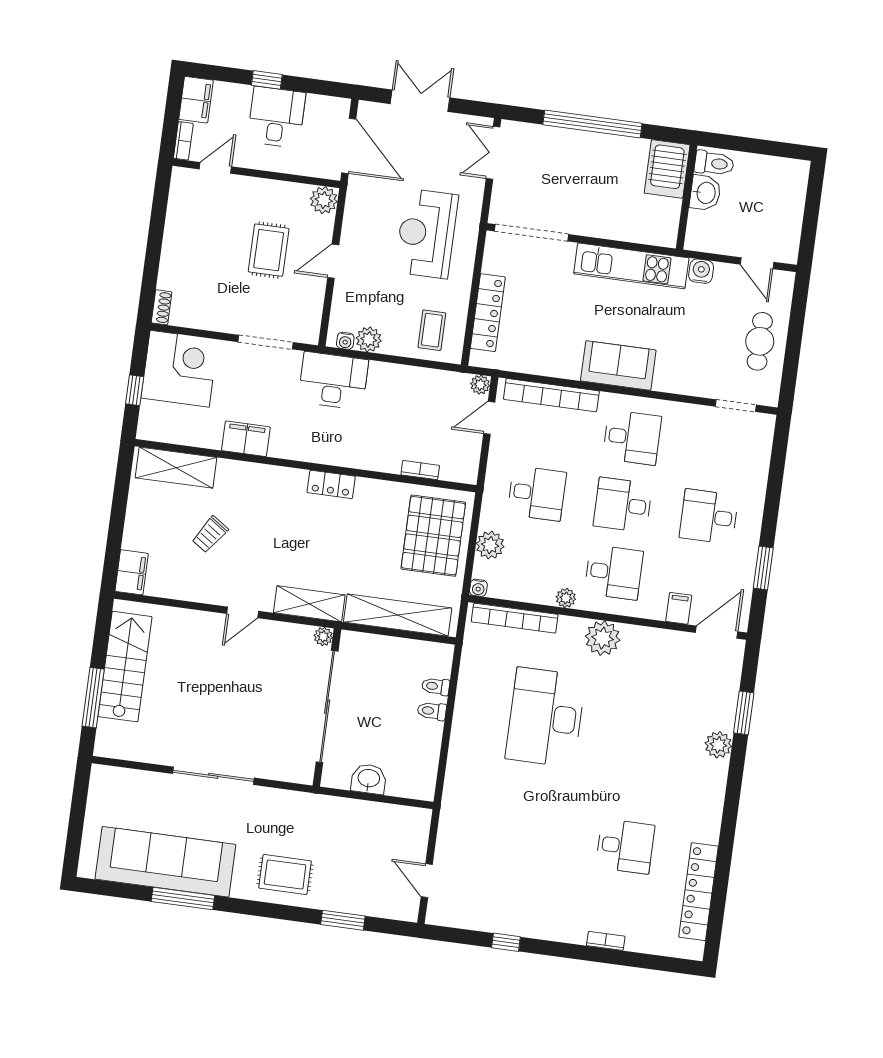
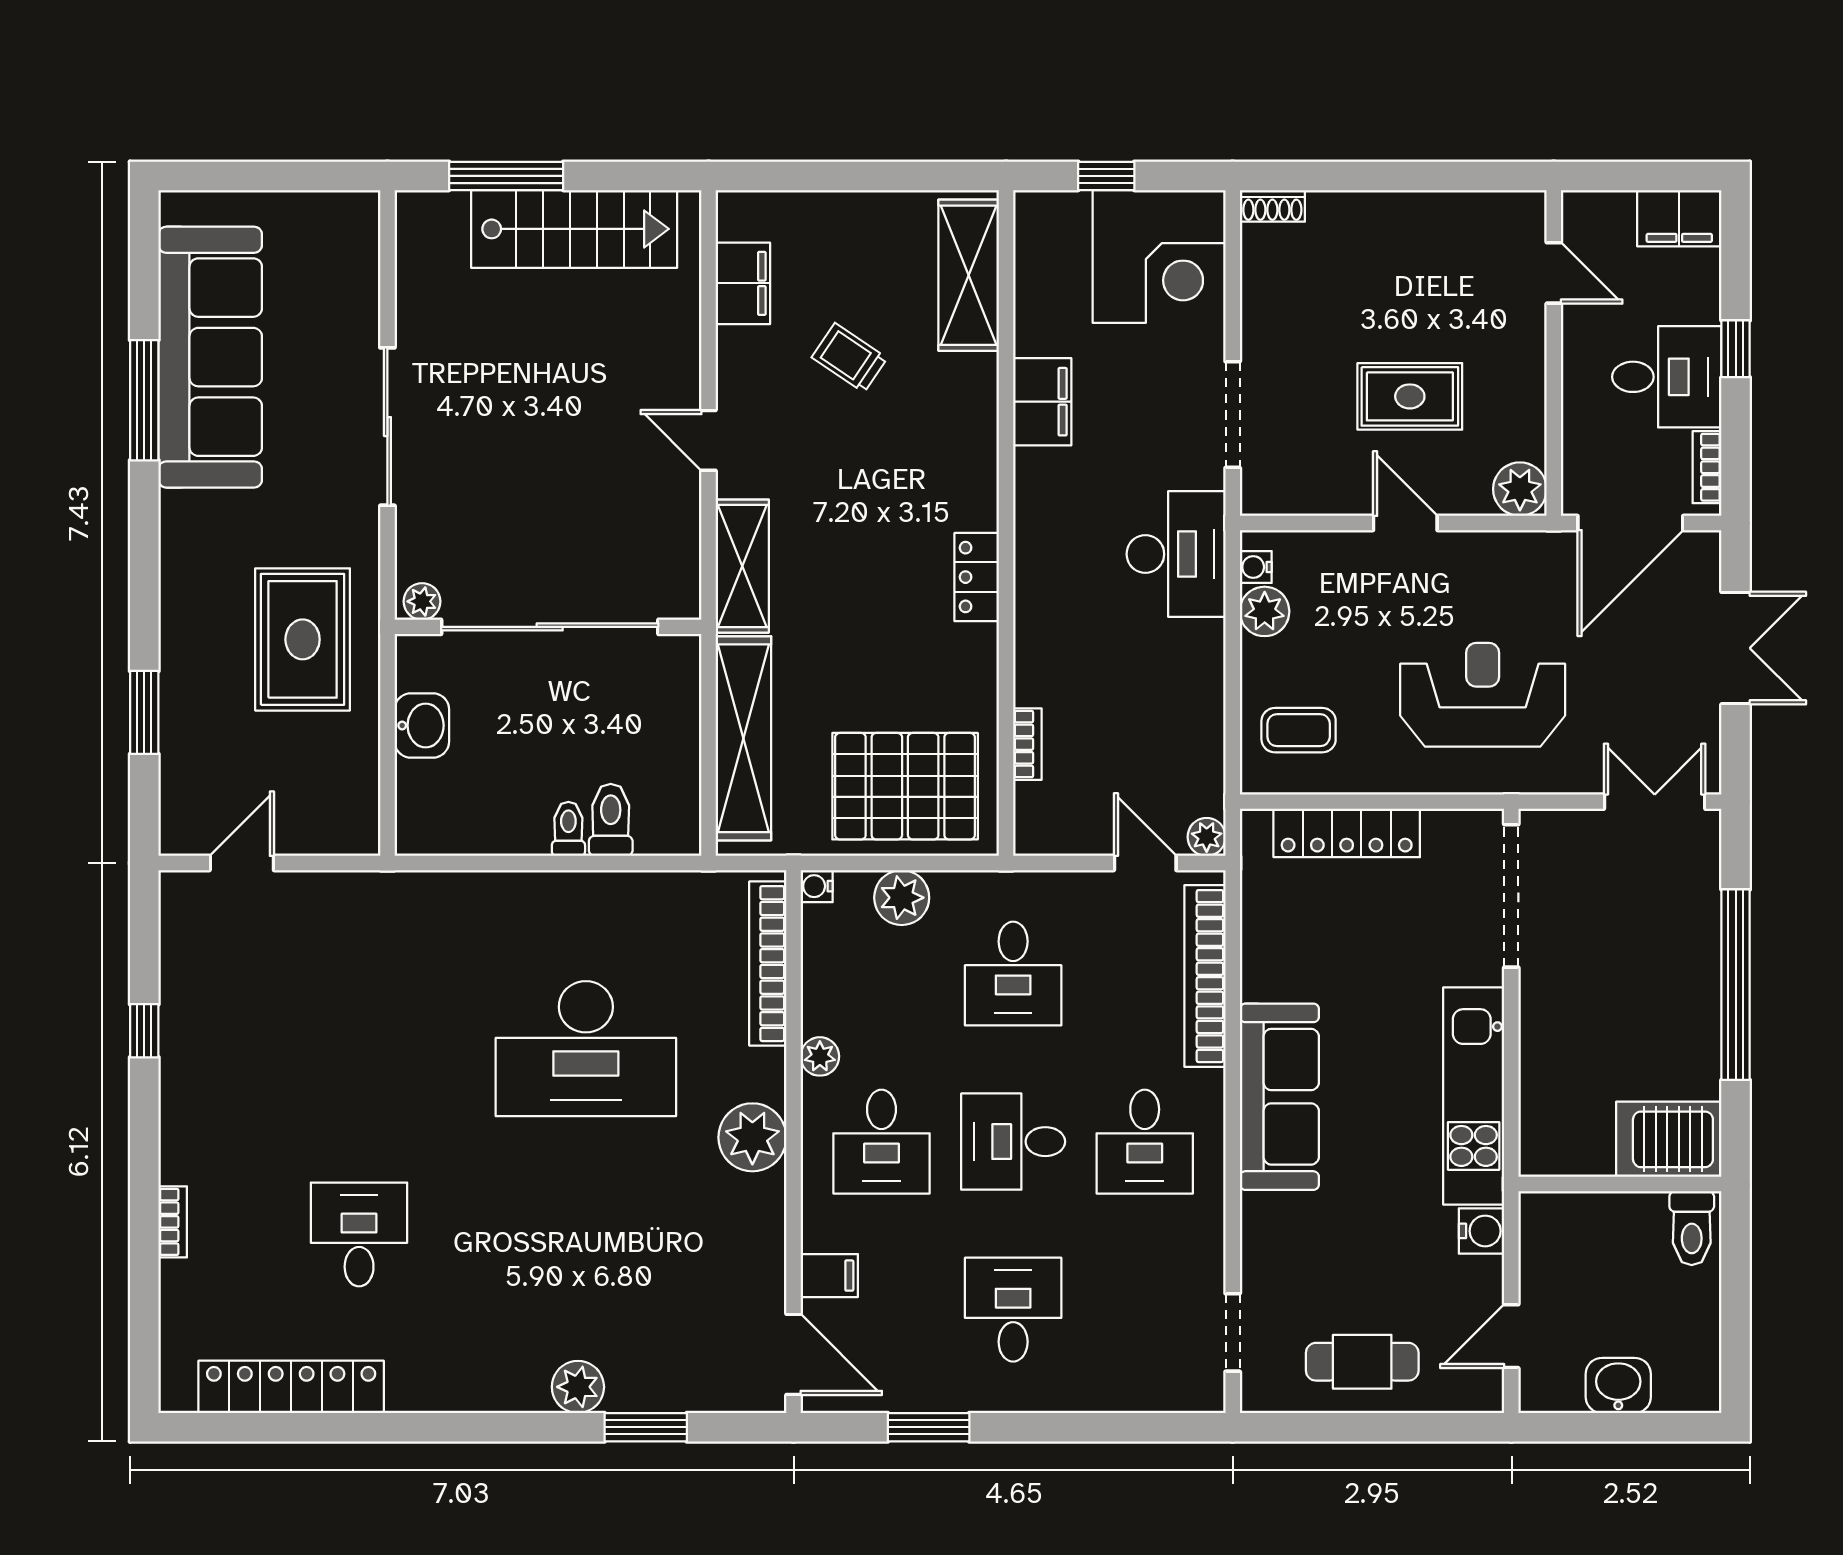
bookcase: (183, 141) -> (1707, 467), moved, turned 90
washbasin: (705, 193) -> (1618, 1385), moved, turned 180
sofa: (618, 365) -> (1279, 1097), width x1.36
desk: (623, 505) -> (1013, 1142), turned -90
filing cabinet: (132, 572) -> (743, 283), moved, turned -90
plant: (323, 636) -> (422, 601), moved
toilet: (436, 686) -> (611, 820), width x1.37, depth x1.39
desk: (546, 717) -> (586, 1049), turned 180
desk: (625, 846) -> (359, 1234), turned 180
rug: (285, 874) -> (303, 639), moved, width x1.36, depth x1.43

